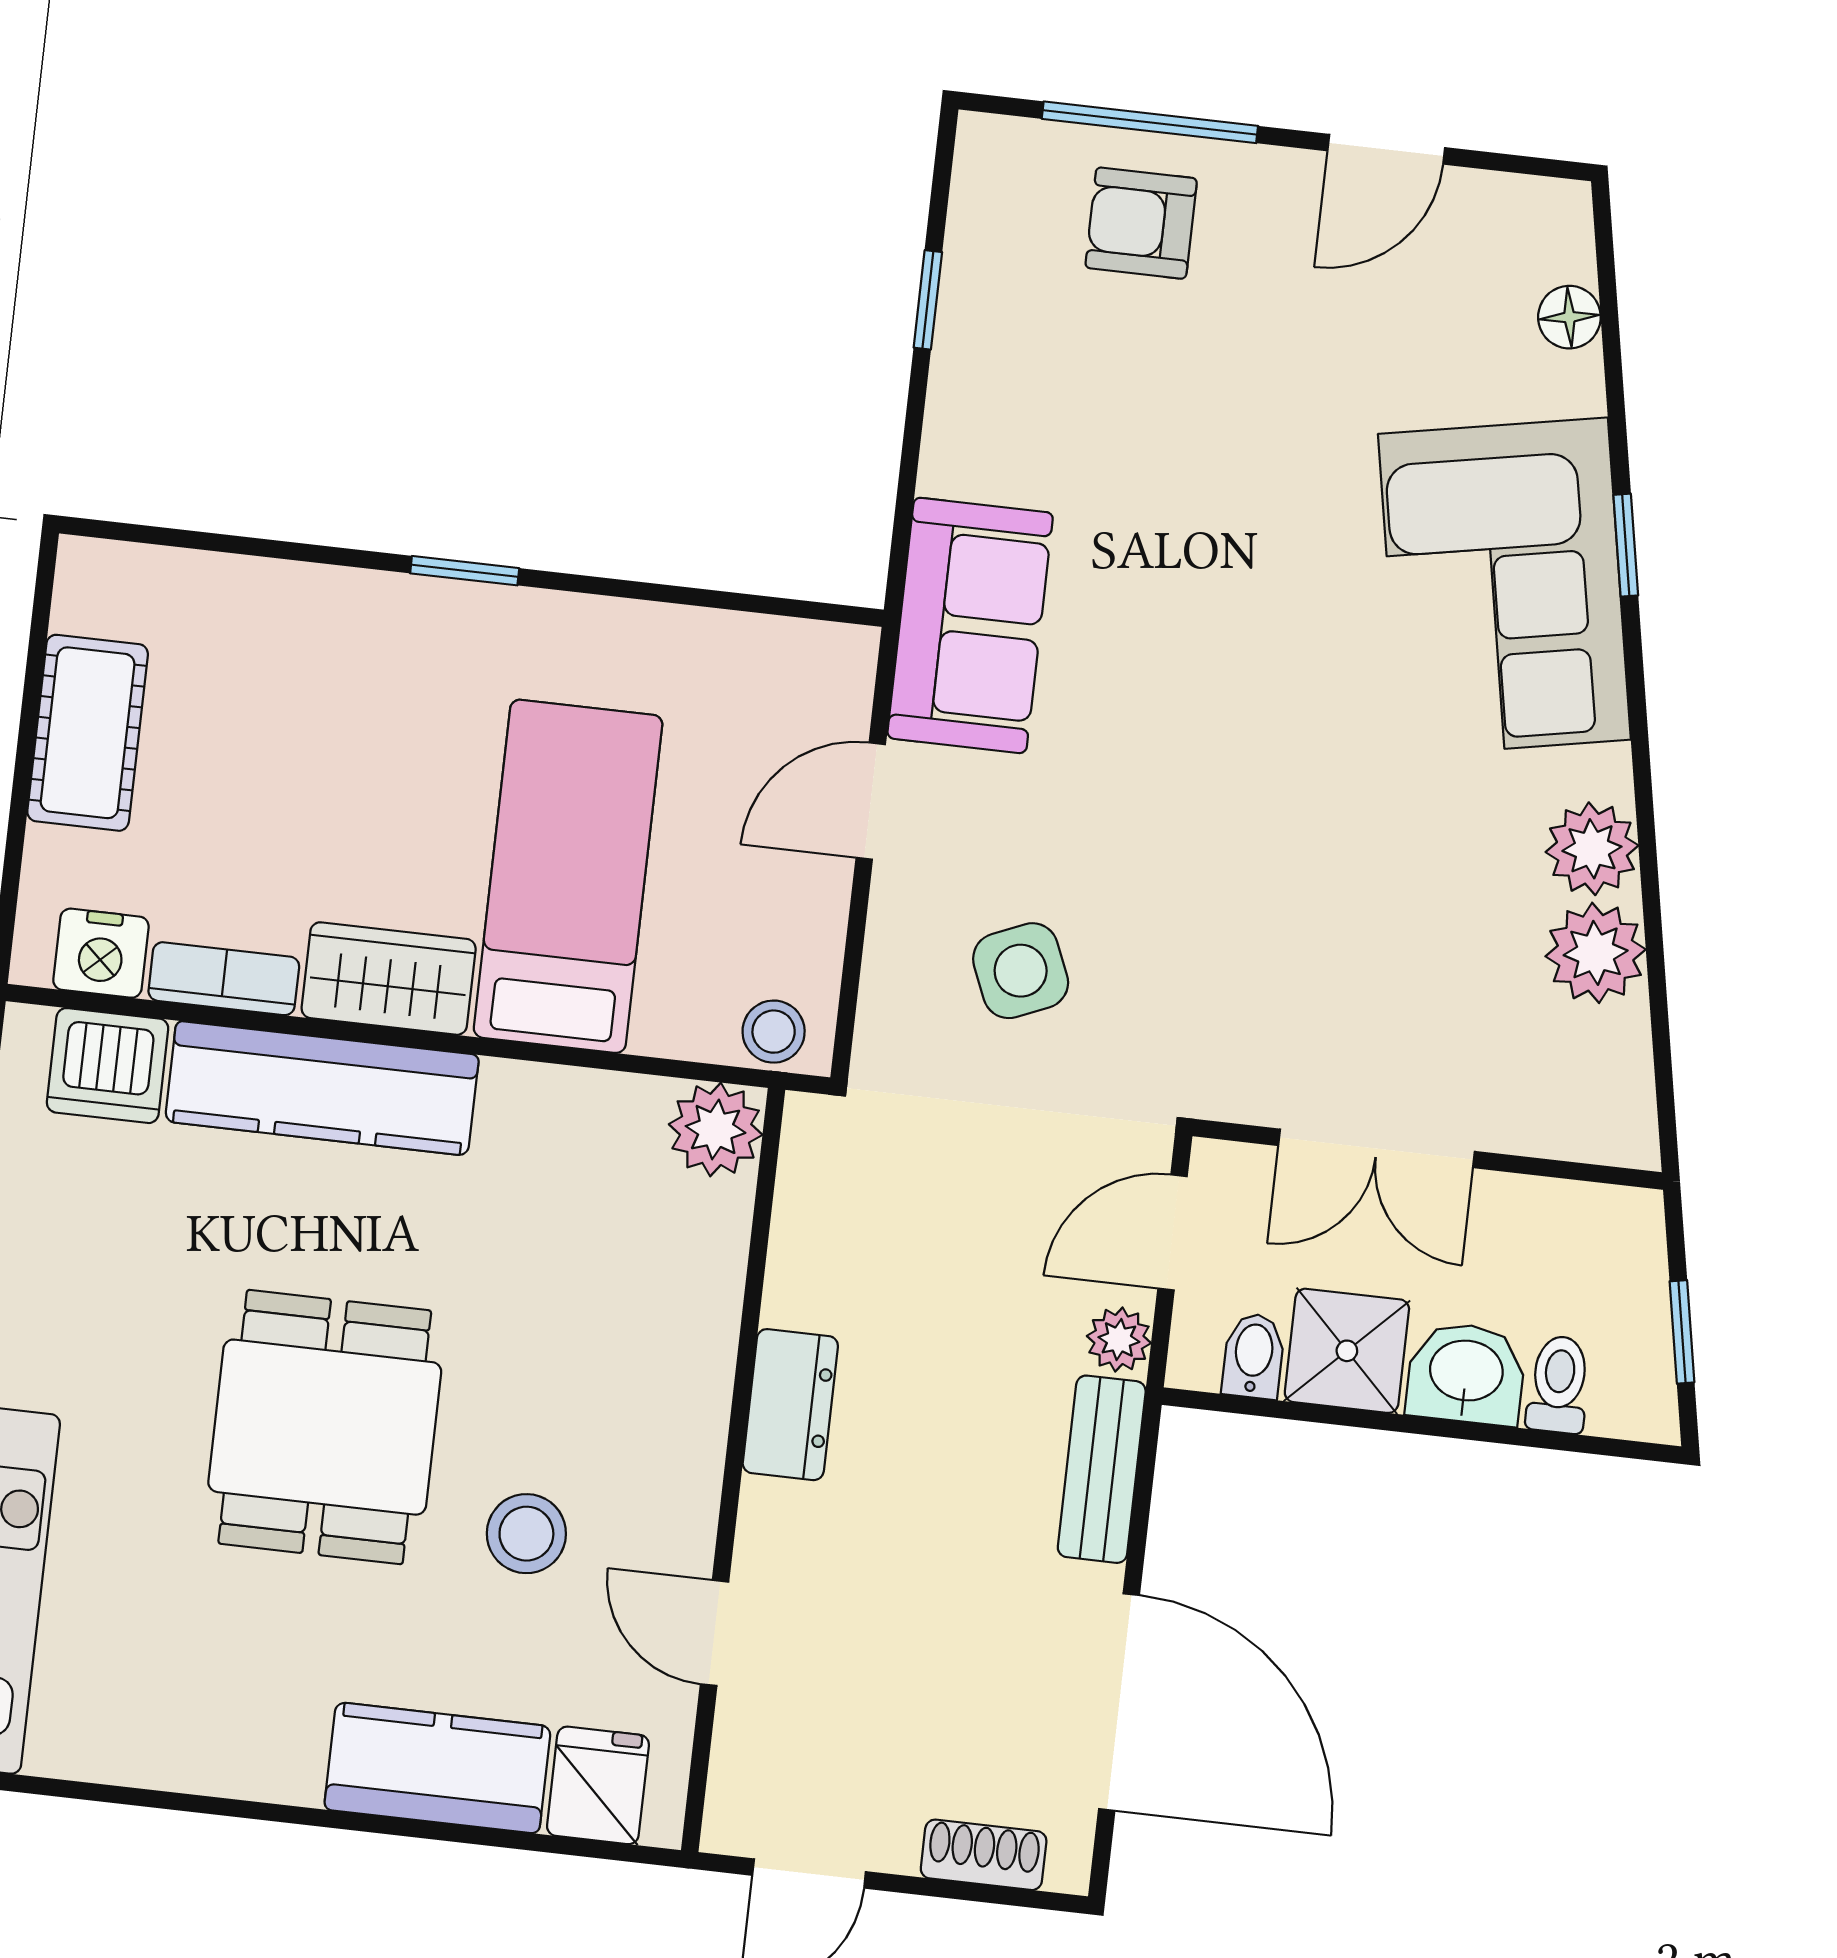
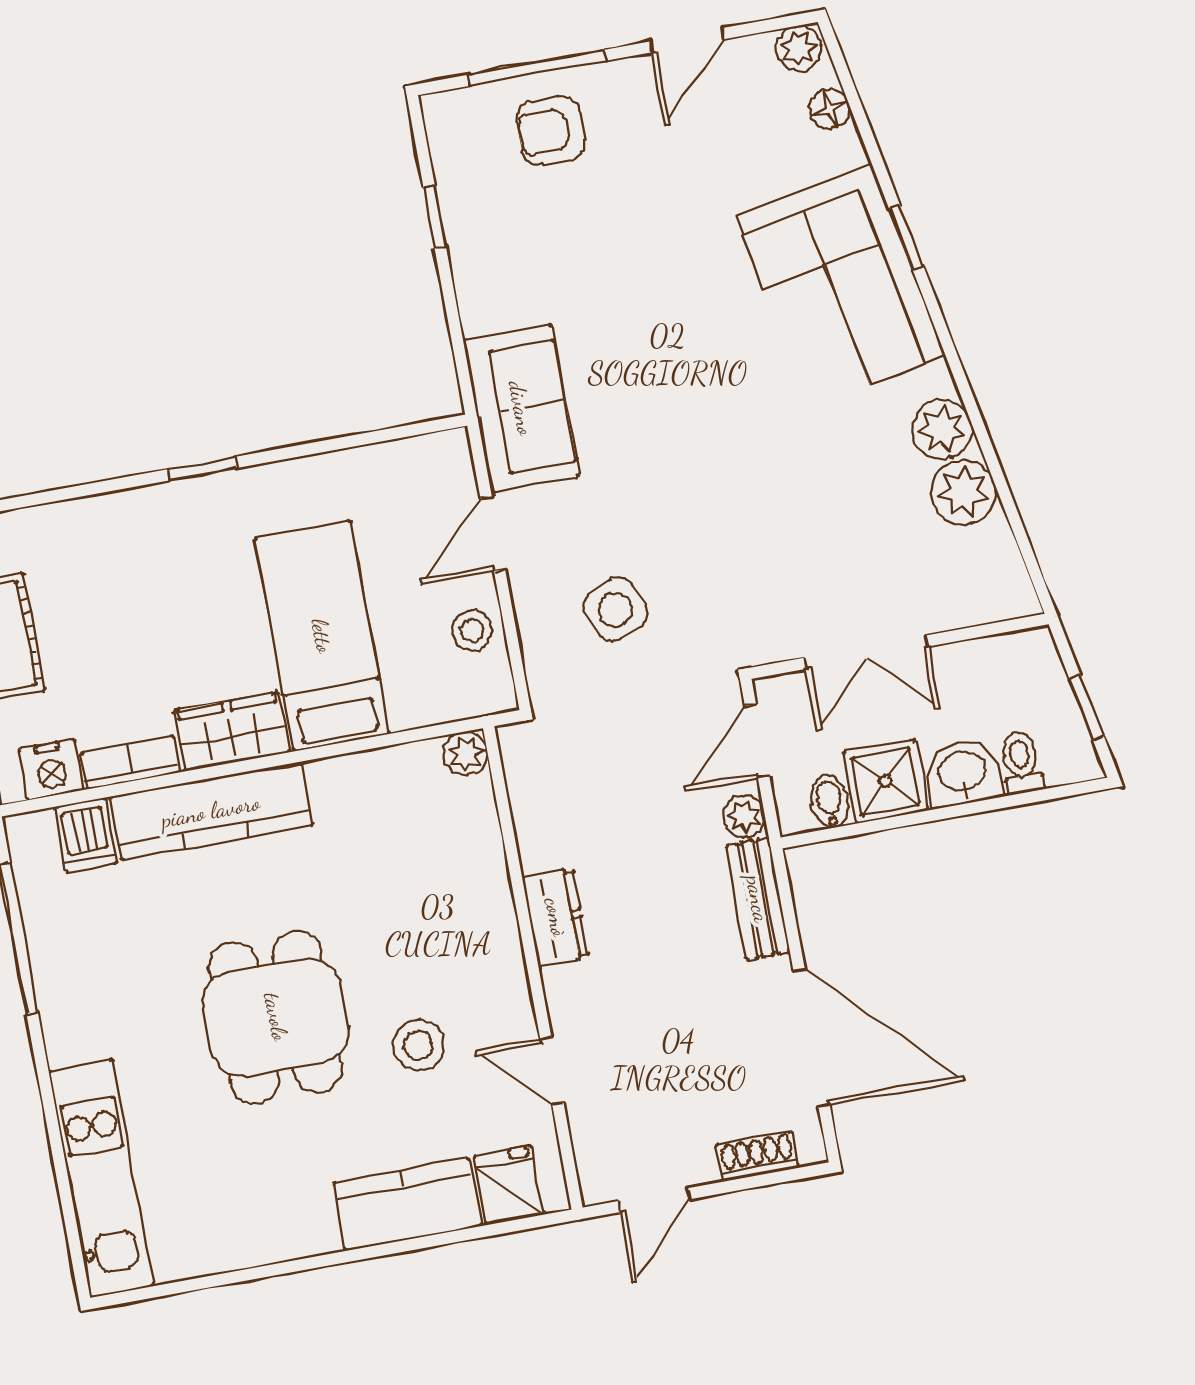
plant: (1550, 212) -> (799, 48), added
stool: (774, 1032) -> (472, 631), moved
dishwasher: (108, 1066) -> (86, 835), width x0.73
plant: (716, 1129) -> (466, 754), width x0.73, depth x0.73

